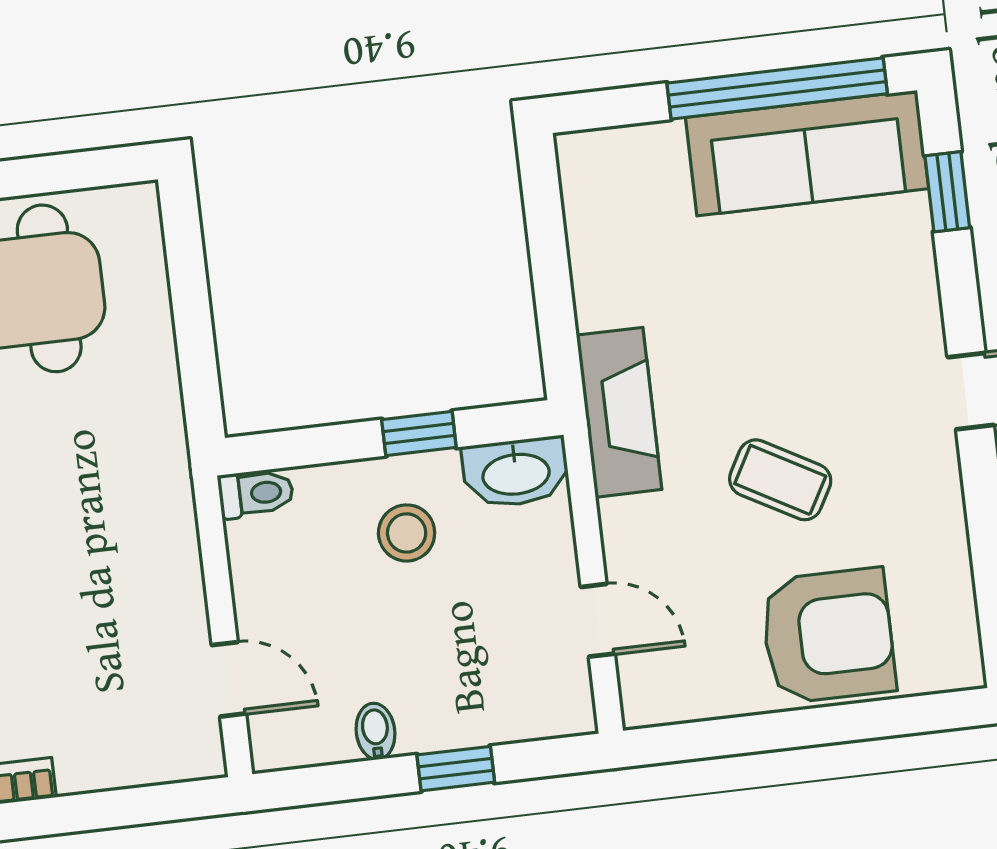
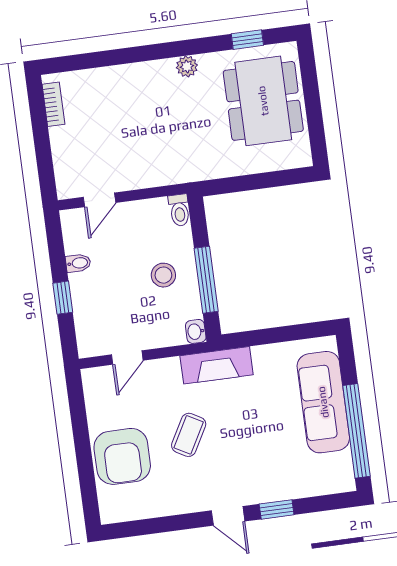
sofa: (807, 153) -> (323, 402), moved
window: (947, 192) -> (277, 509), moved
window: (419, 434) -> (206, 280), width x2.17
washbasin: (516, 472) -> (196, 331), width x0.52, depth x0.69

